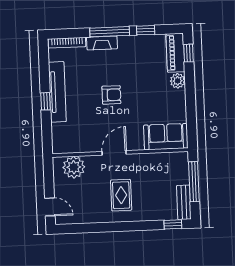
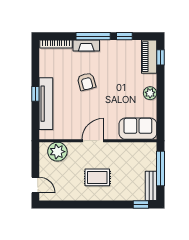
plant: (178, 81) -> (150, 93), moved
tv unit: (57, 92) -> (46, 104), moved
armchair: (111, 95) -> (86, 82), moved, turned 75
rug: (121, 195) -> (97, 177), turned 90

